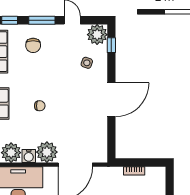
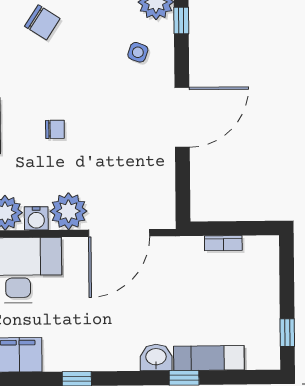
chair: (33, 45) -> (42, 22), turned -57

